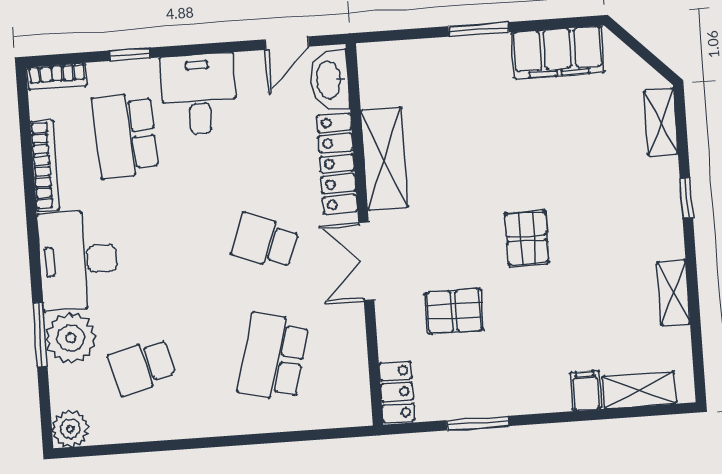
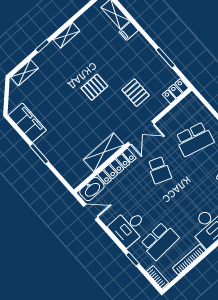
shelving: (674, 293) -> (66, 35), moved

